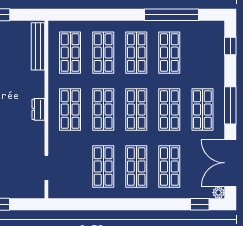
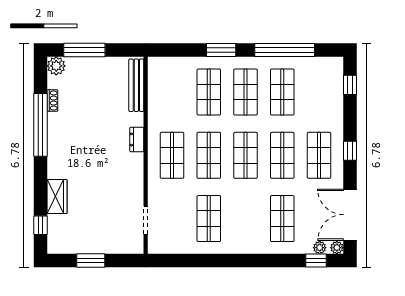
window: (114, 15) -> (221, 50), added
shop shelf: (70, 53) -> (172, 92), removed
window: (230, 105) -> (350, 151), width x0.46
dresser: (38, 109) -> (137, 140), moved
shop shelf: (136, 166) -> (246, 219), removed
plant: (203, 193) -> (320, 248), added

